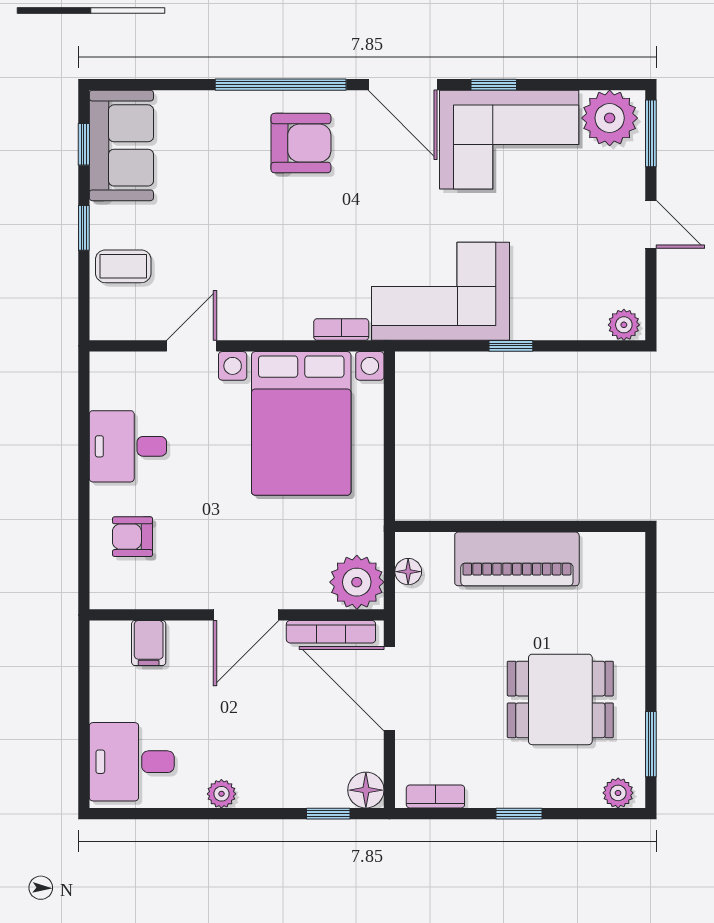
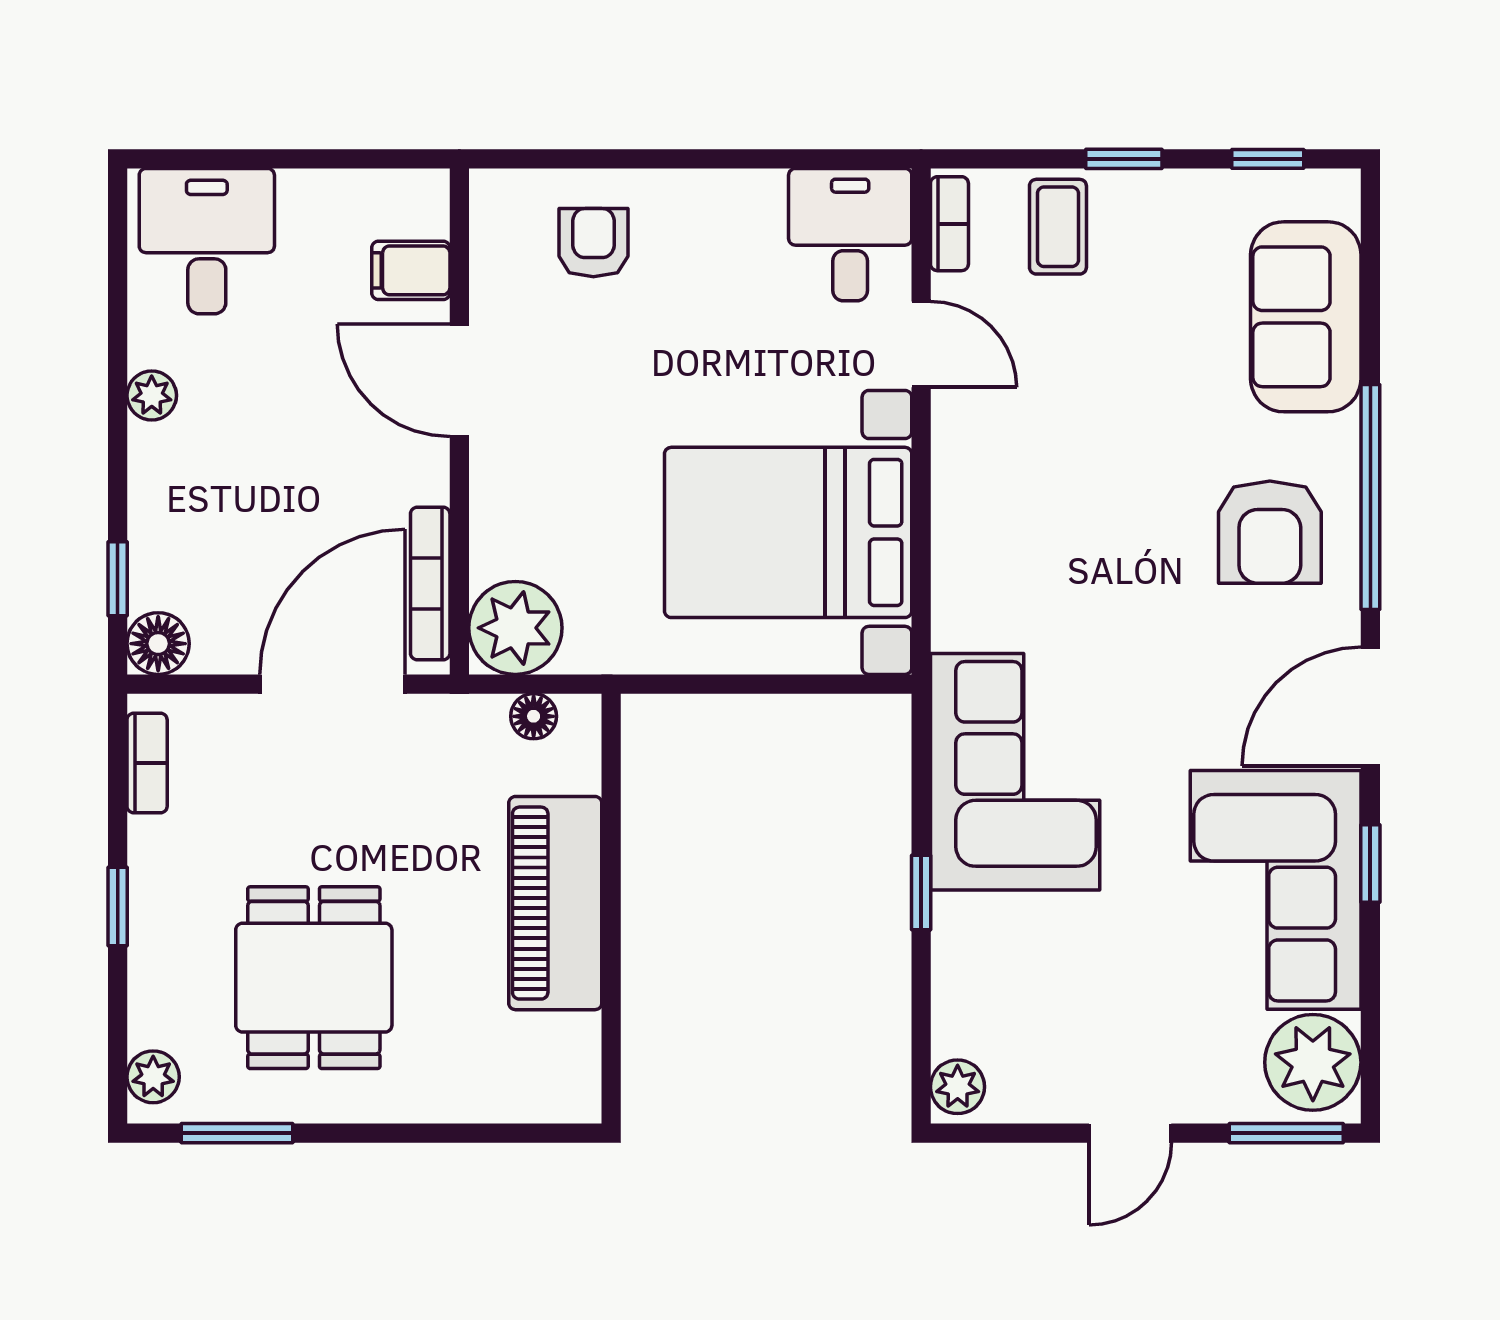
sofa: (121, 145) -> (1306, 317), moved, turned 90
bookcase: (341, 329) -> (949, 224), moved
desk: (128, 446) -> (850, 235), moved
door: (246, 615) -> (459, 380), moved

